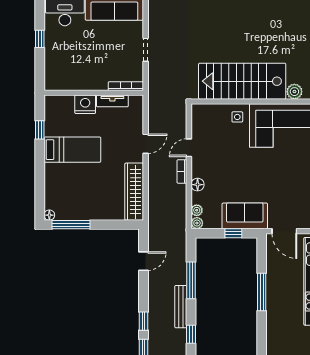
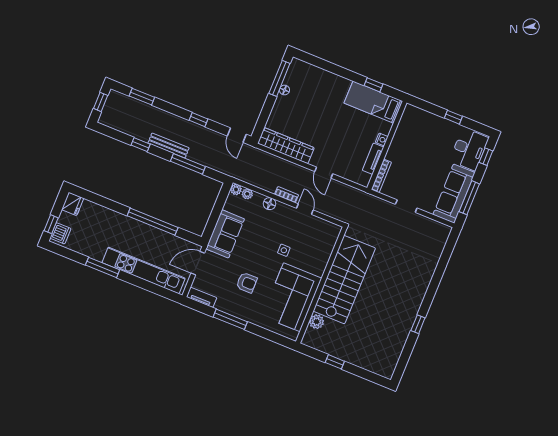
nightstand: (85, 104) -> (382, 139), width x0.53, depth x0.56
side table: (237, 117) -> (284, 250), moved
bed: (72, 150) -> (373, 102), moved, turned 90
armchair: (284, 176) -> (247, 283), added
floor lamp: (49, 215) -> (284, 90), moved
window: (233, 233) -> (214, 218), removed
door: (143, 261) -> (237, 135), moved
window: (262, 292) -> (153, 222), width x1.46
window: (143, 321) -> (199, 120), moved

